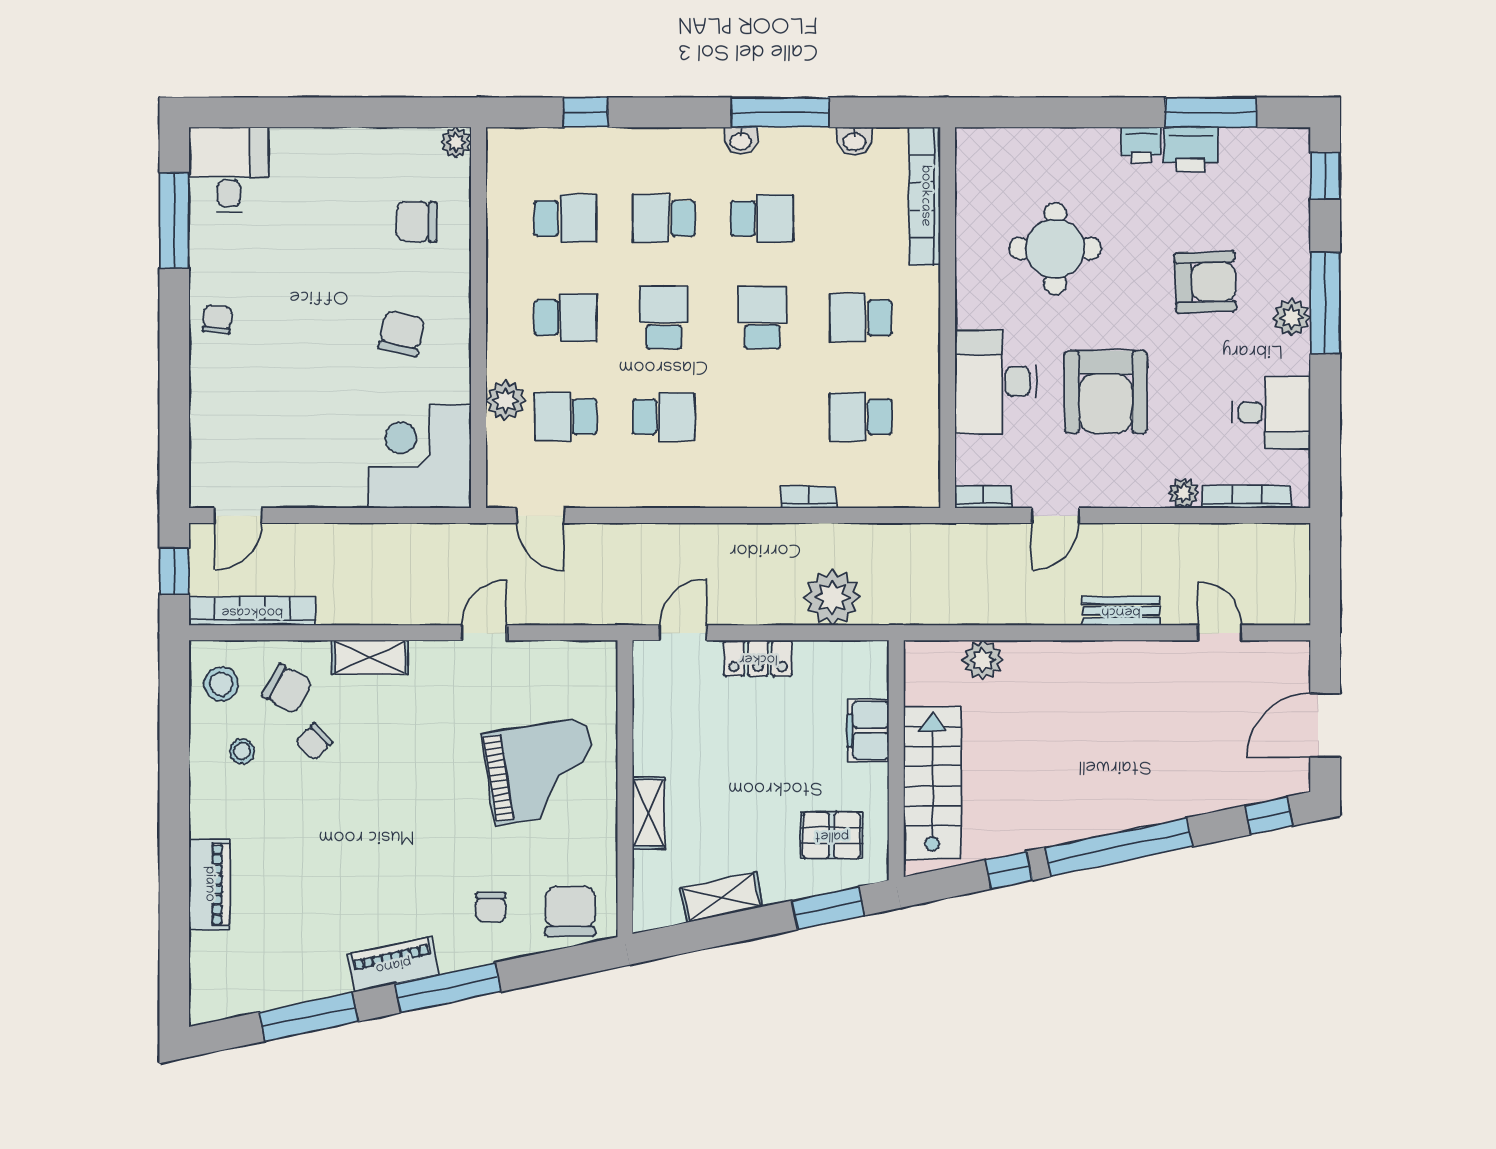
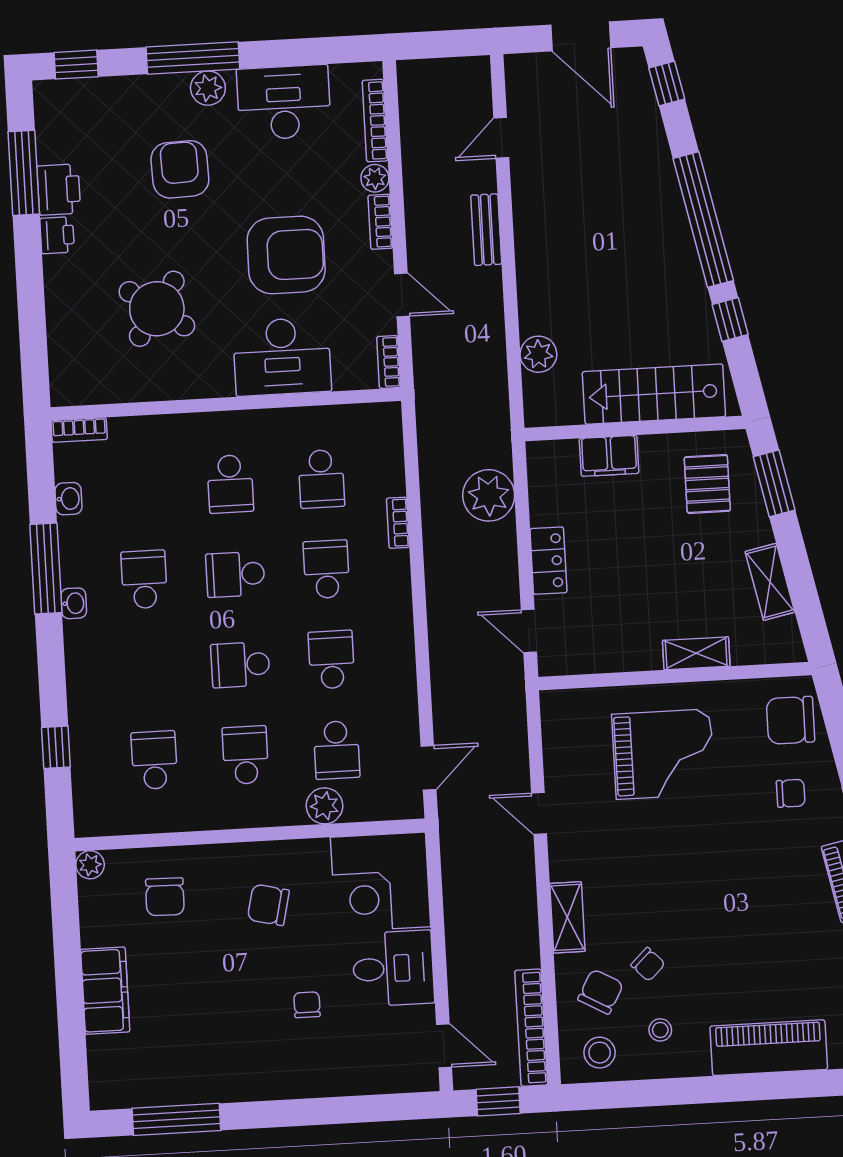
filing cabinet: (318, 151) -> (105, 991), added
desk: (229, 170) -> (393, 968), moved, turned 180
bookcase: (925, 196) -> (79, 430), width x0.43, depth x0.76
school desk: (664, 218) -> (326, 569), moved, turned 180
round table: (1055, 249) -> (157, 309), turned 35
chair: (217, 320) -> (307, 1005), moved, turned 85
desk: (1271, 412) -> (284, 102), width x1.37
bookcase: (1136, 496) -> (380, 222), added
grand piano: (541, 771) -> (663, 754), turned 99
piano: (209, 884) -> (769, 1048), width x1.37, depth x1.33

